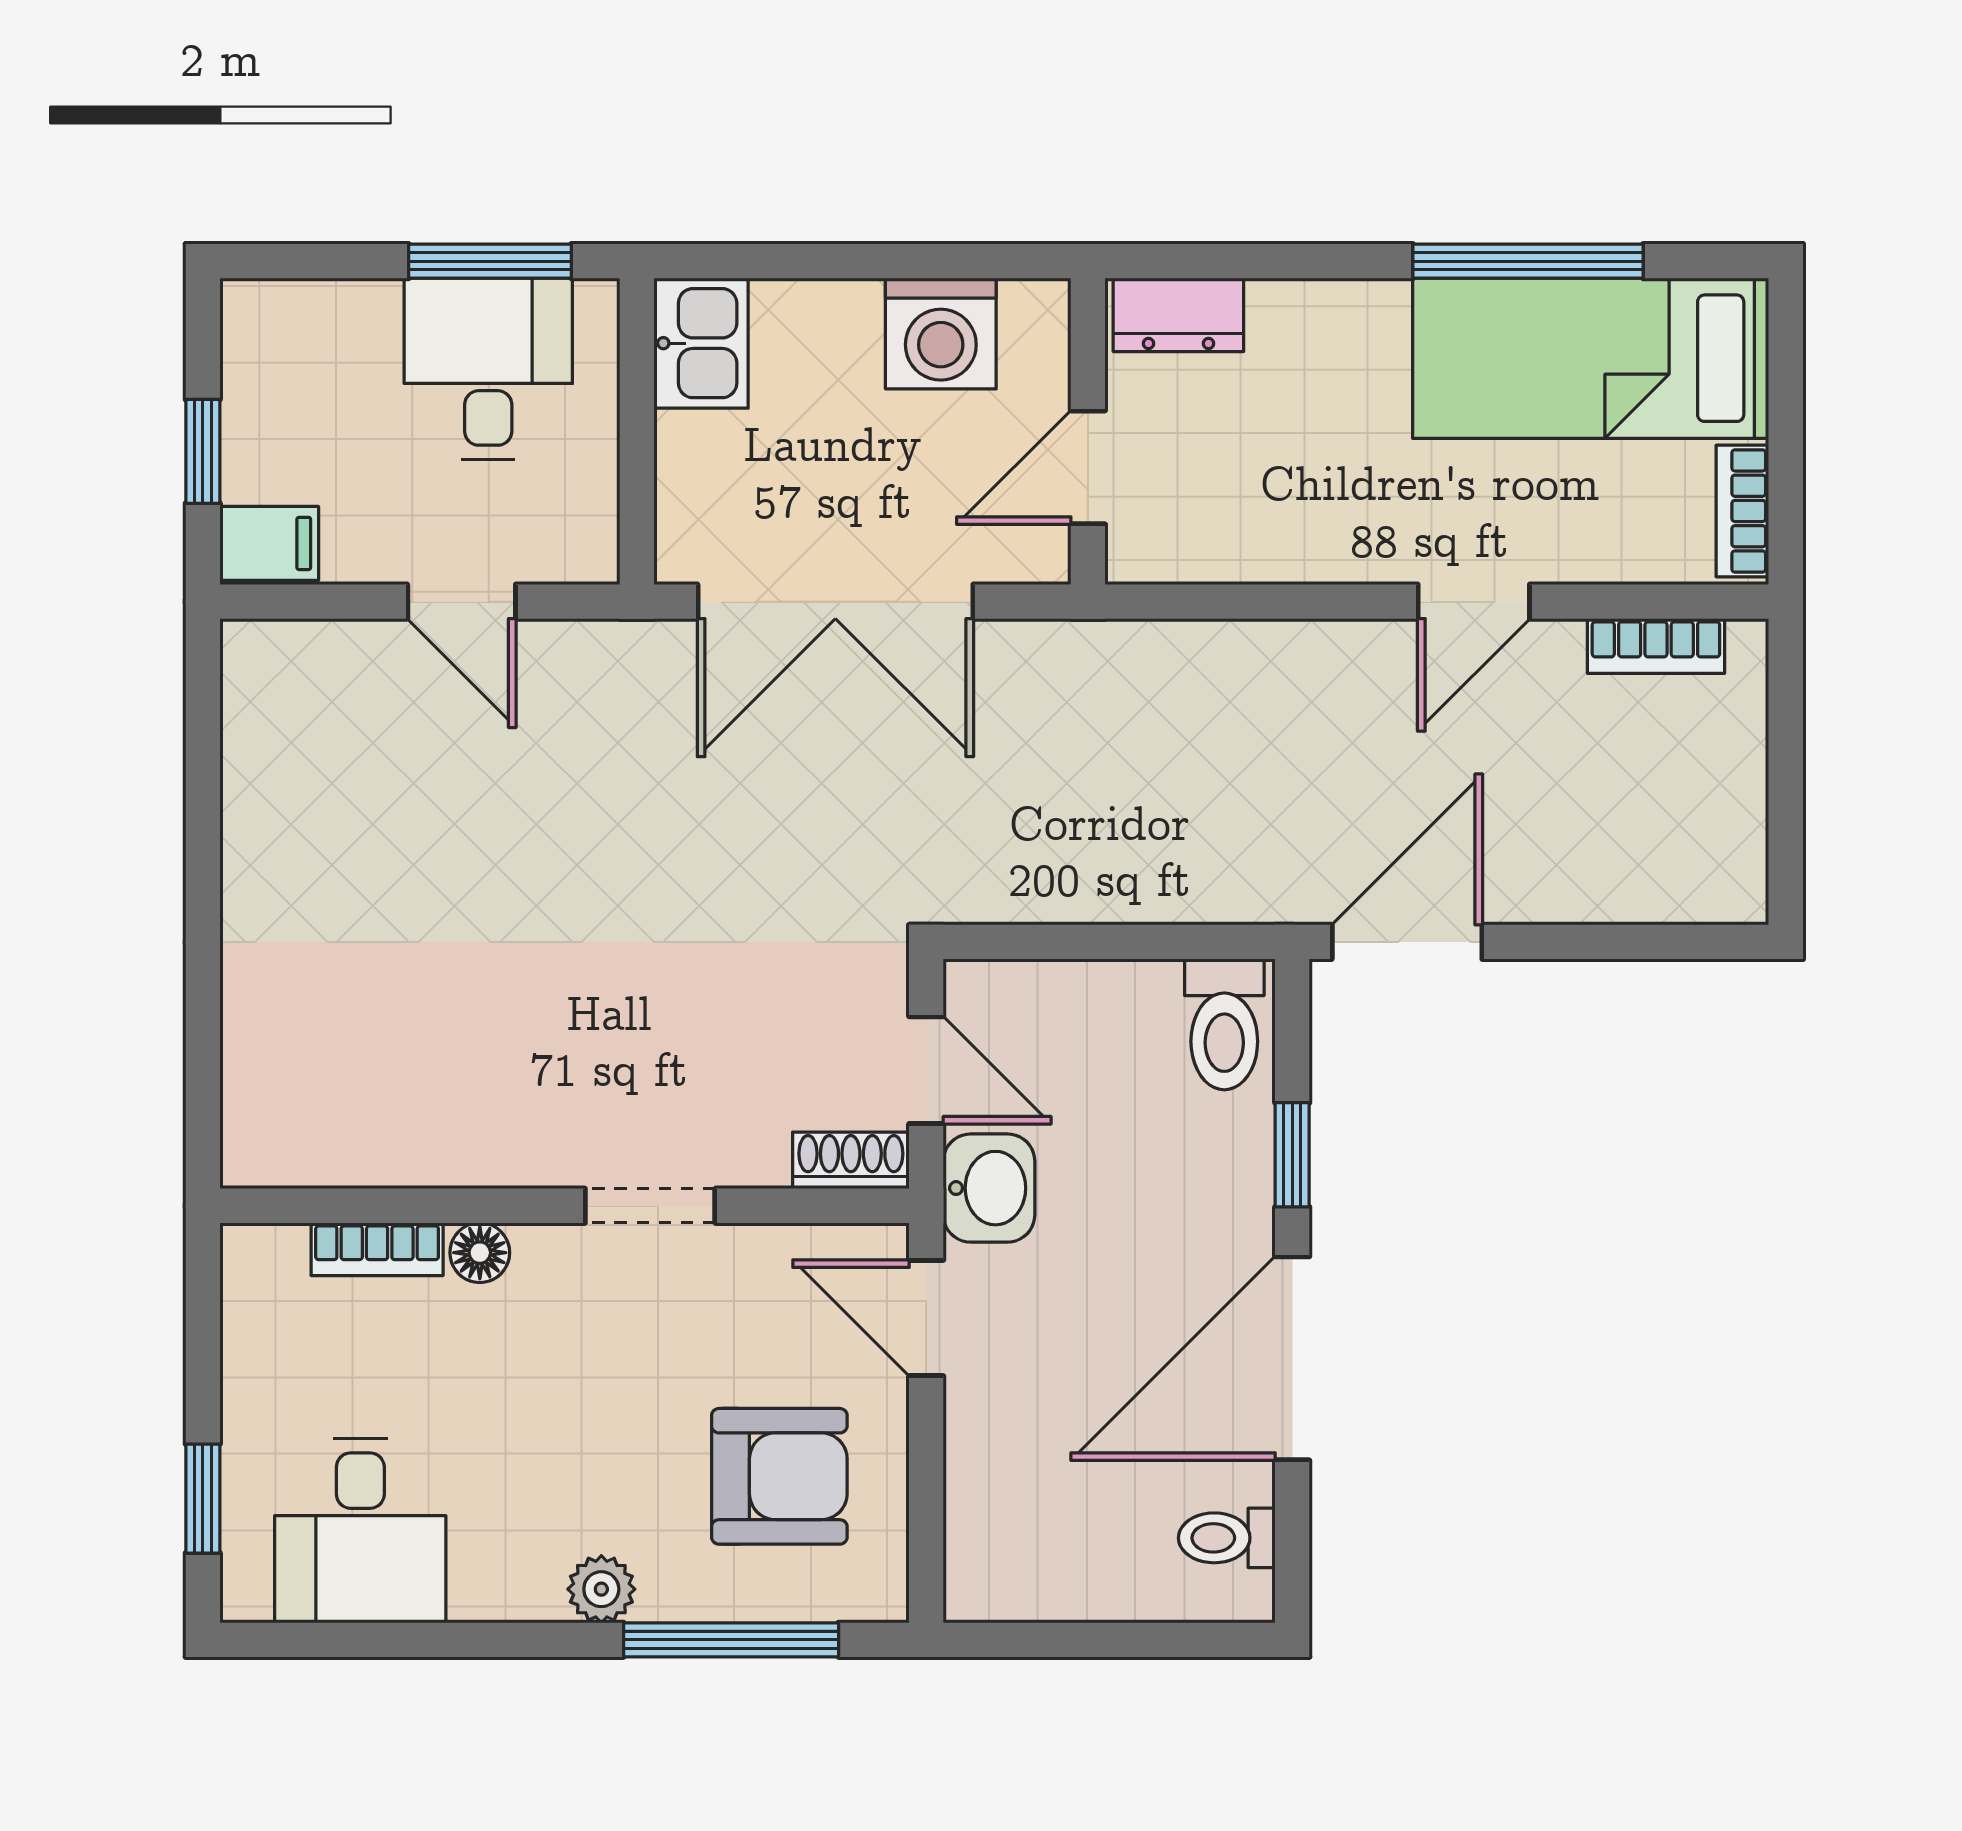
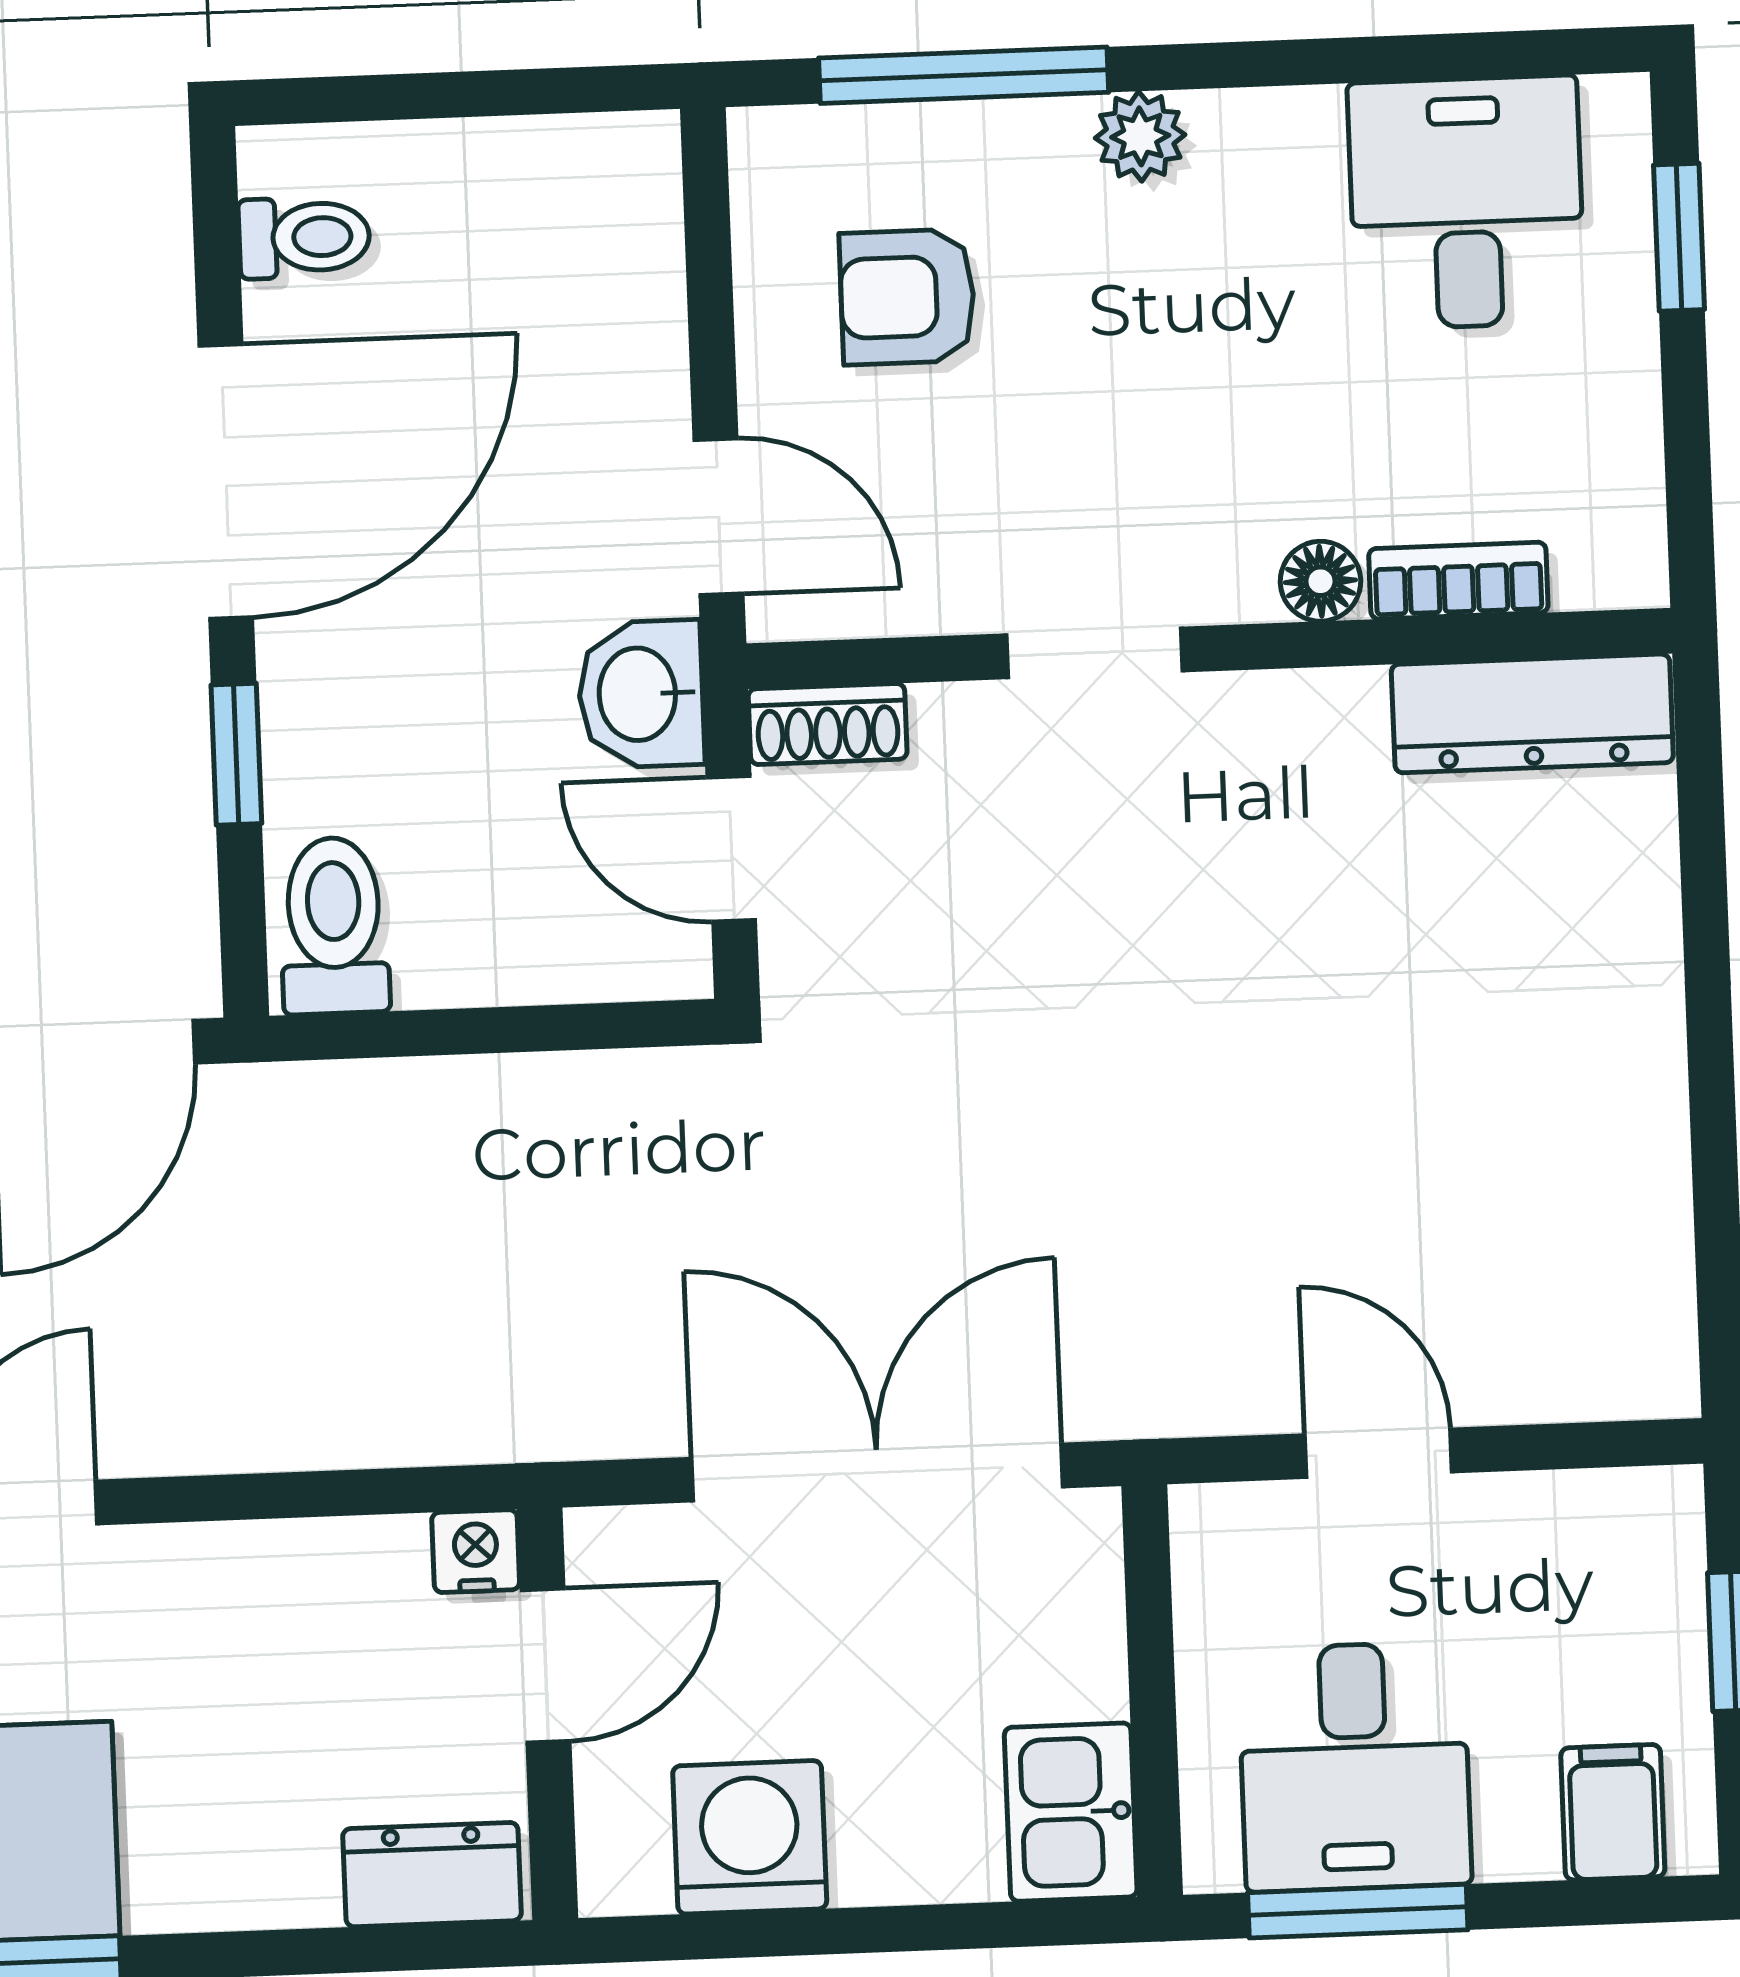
filing cabinet: (269, 543) -> (1613, 1812), moved, turned 90
nightstand: (1137, 555) -> (476, 1551), added
dresser: (326, 1148) -> (1532, 713), added
armchair: (779, 1476) -> (907, 297), width x0.72, depth x0.72

